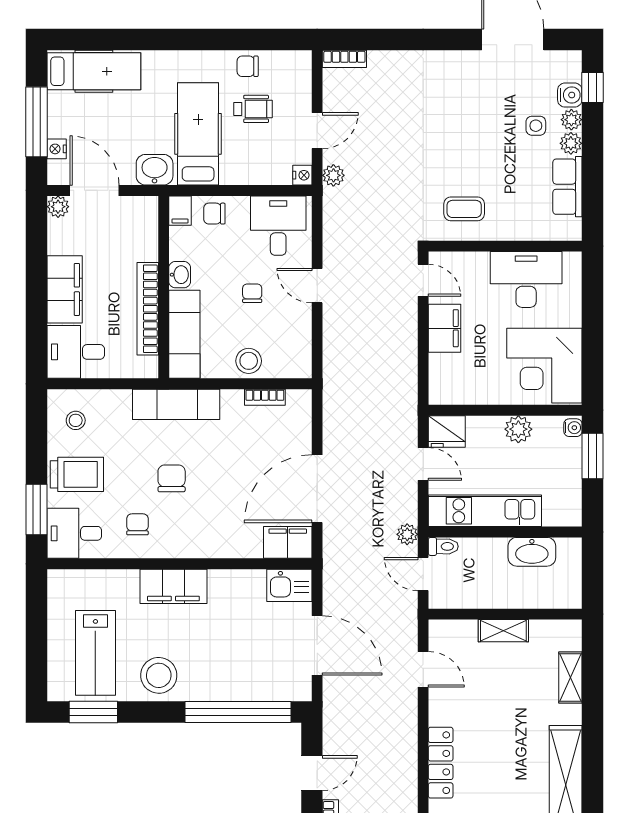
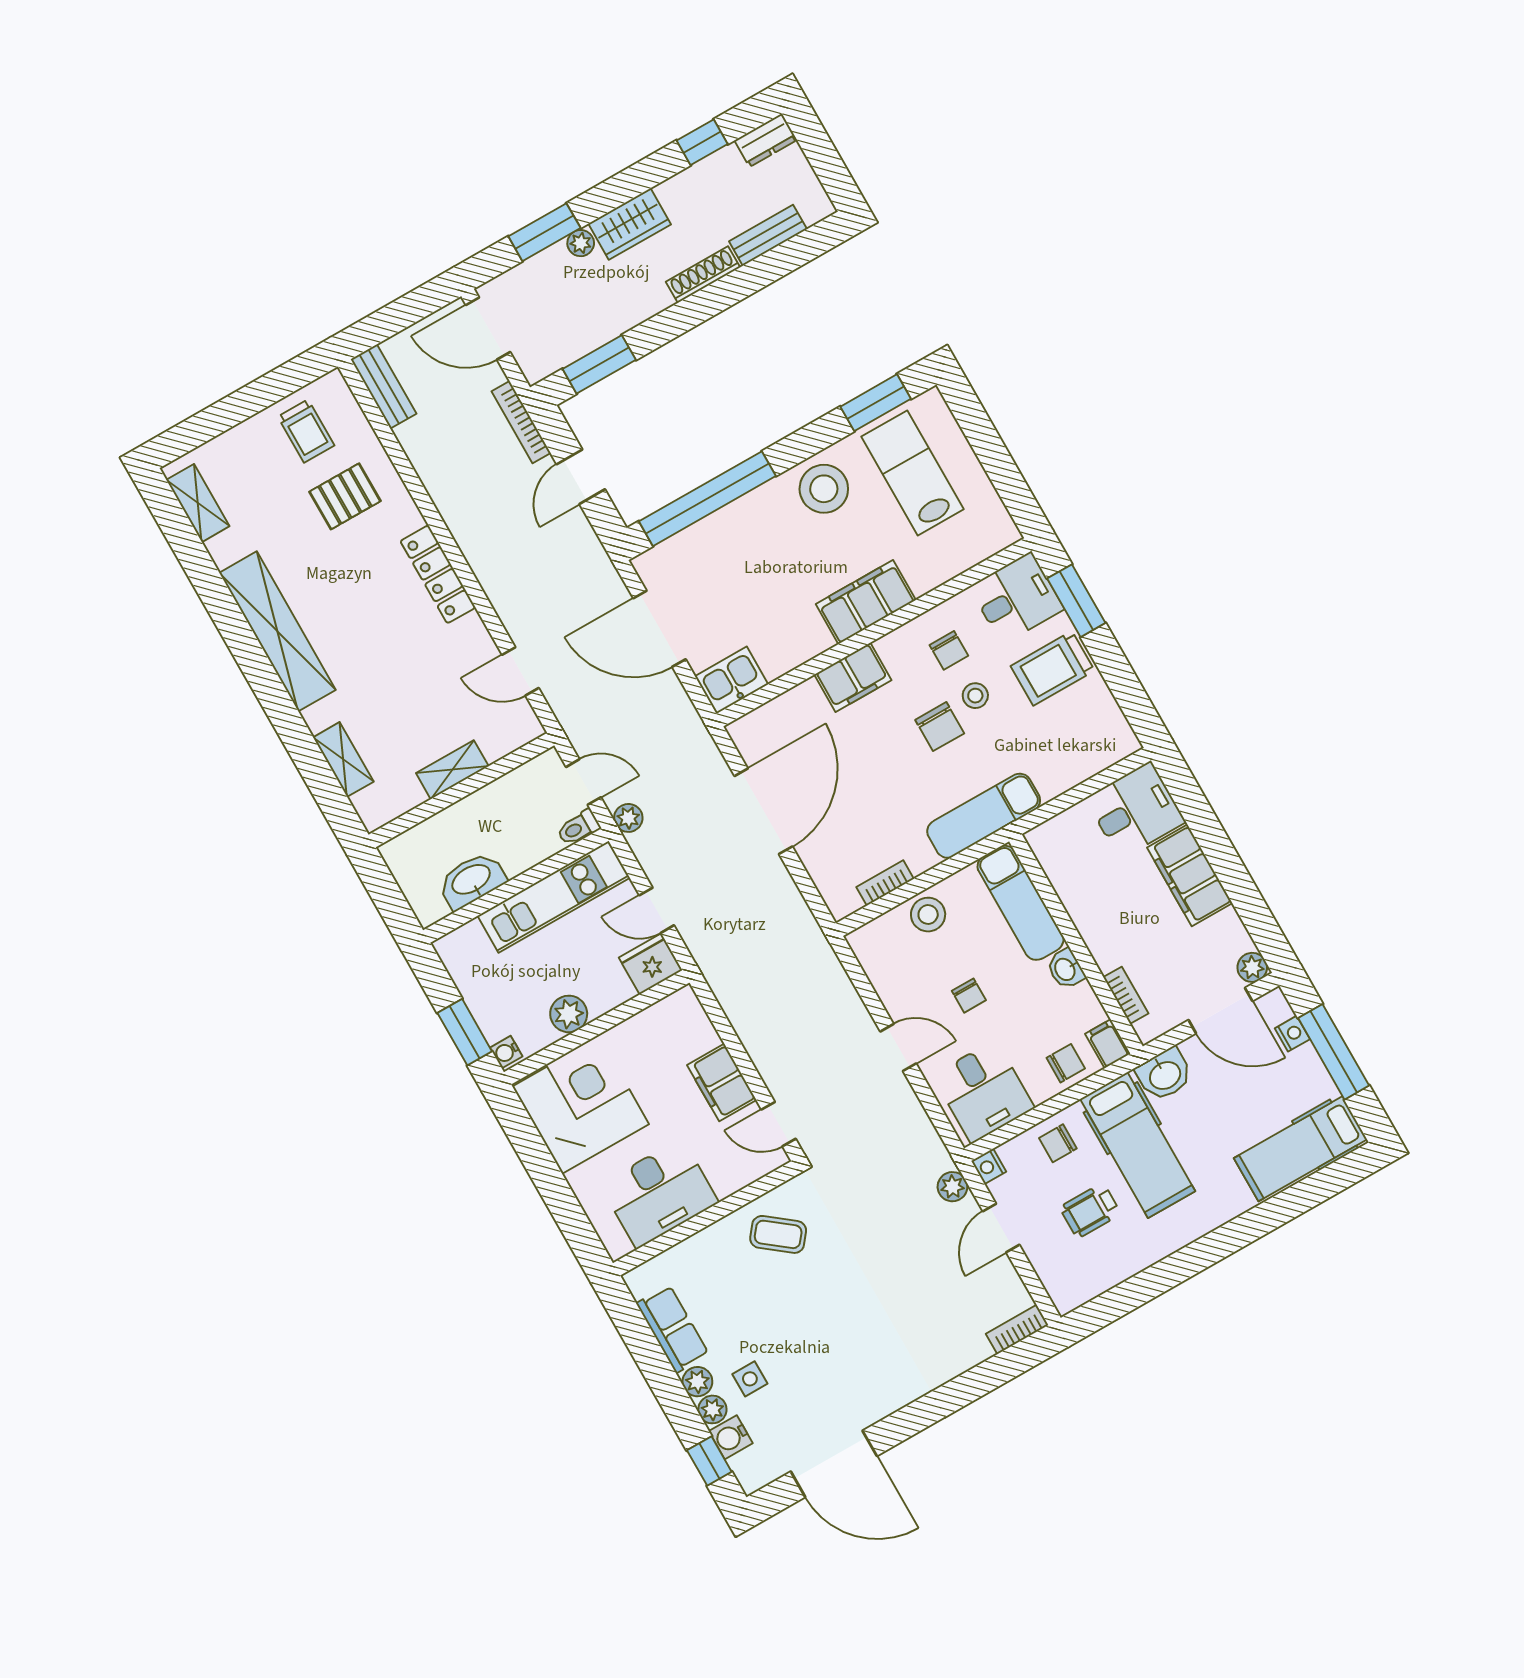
chair: (248, 66) -> (1058, 1143), moved, turned 180
coffee table: (464, 209) -> (778, 1234), turned 38
bookcase: (148, 309) -> (1126, 995), moved, width x0.43, depth x0.76
stool: (76, 420) -> (975, 696), moved
filing cabinet: (288, 542) -> (853, 677), moved

